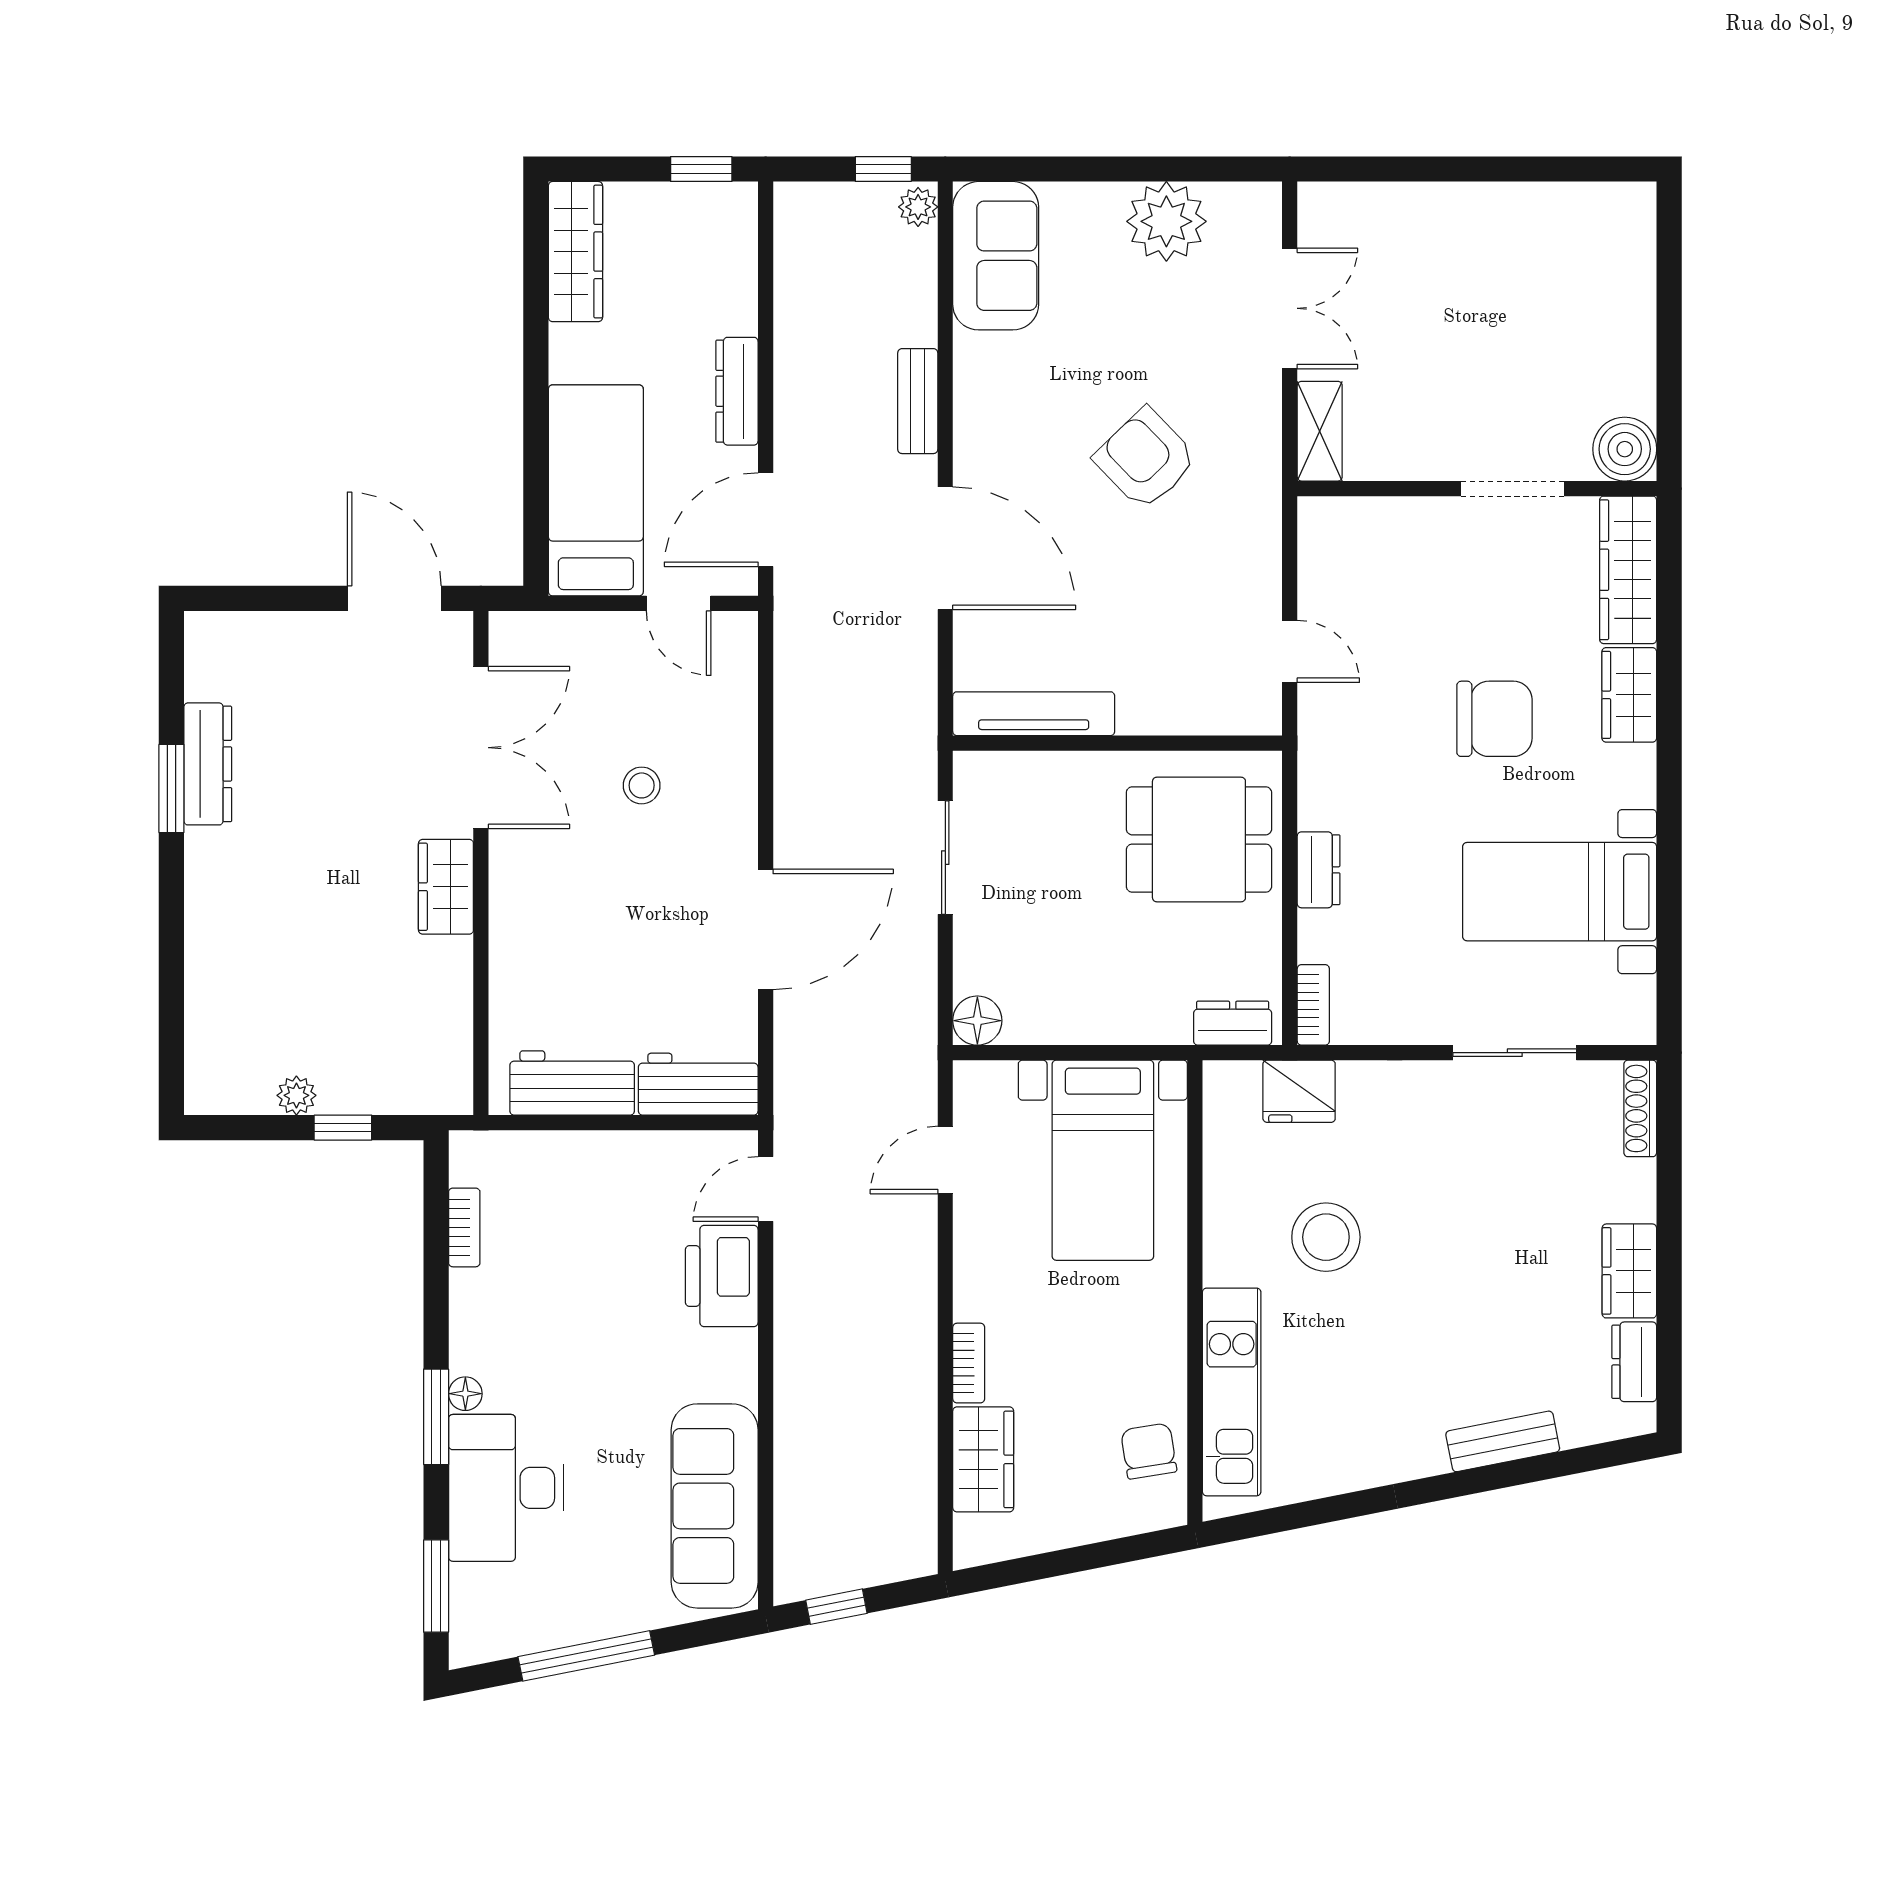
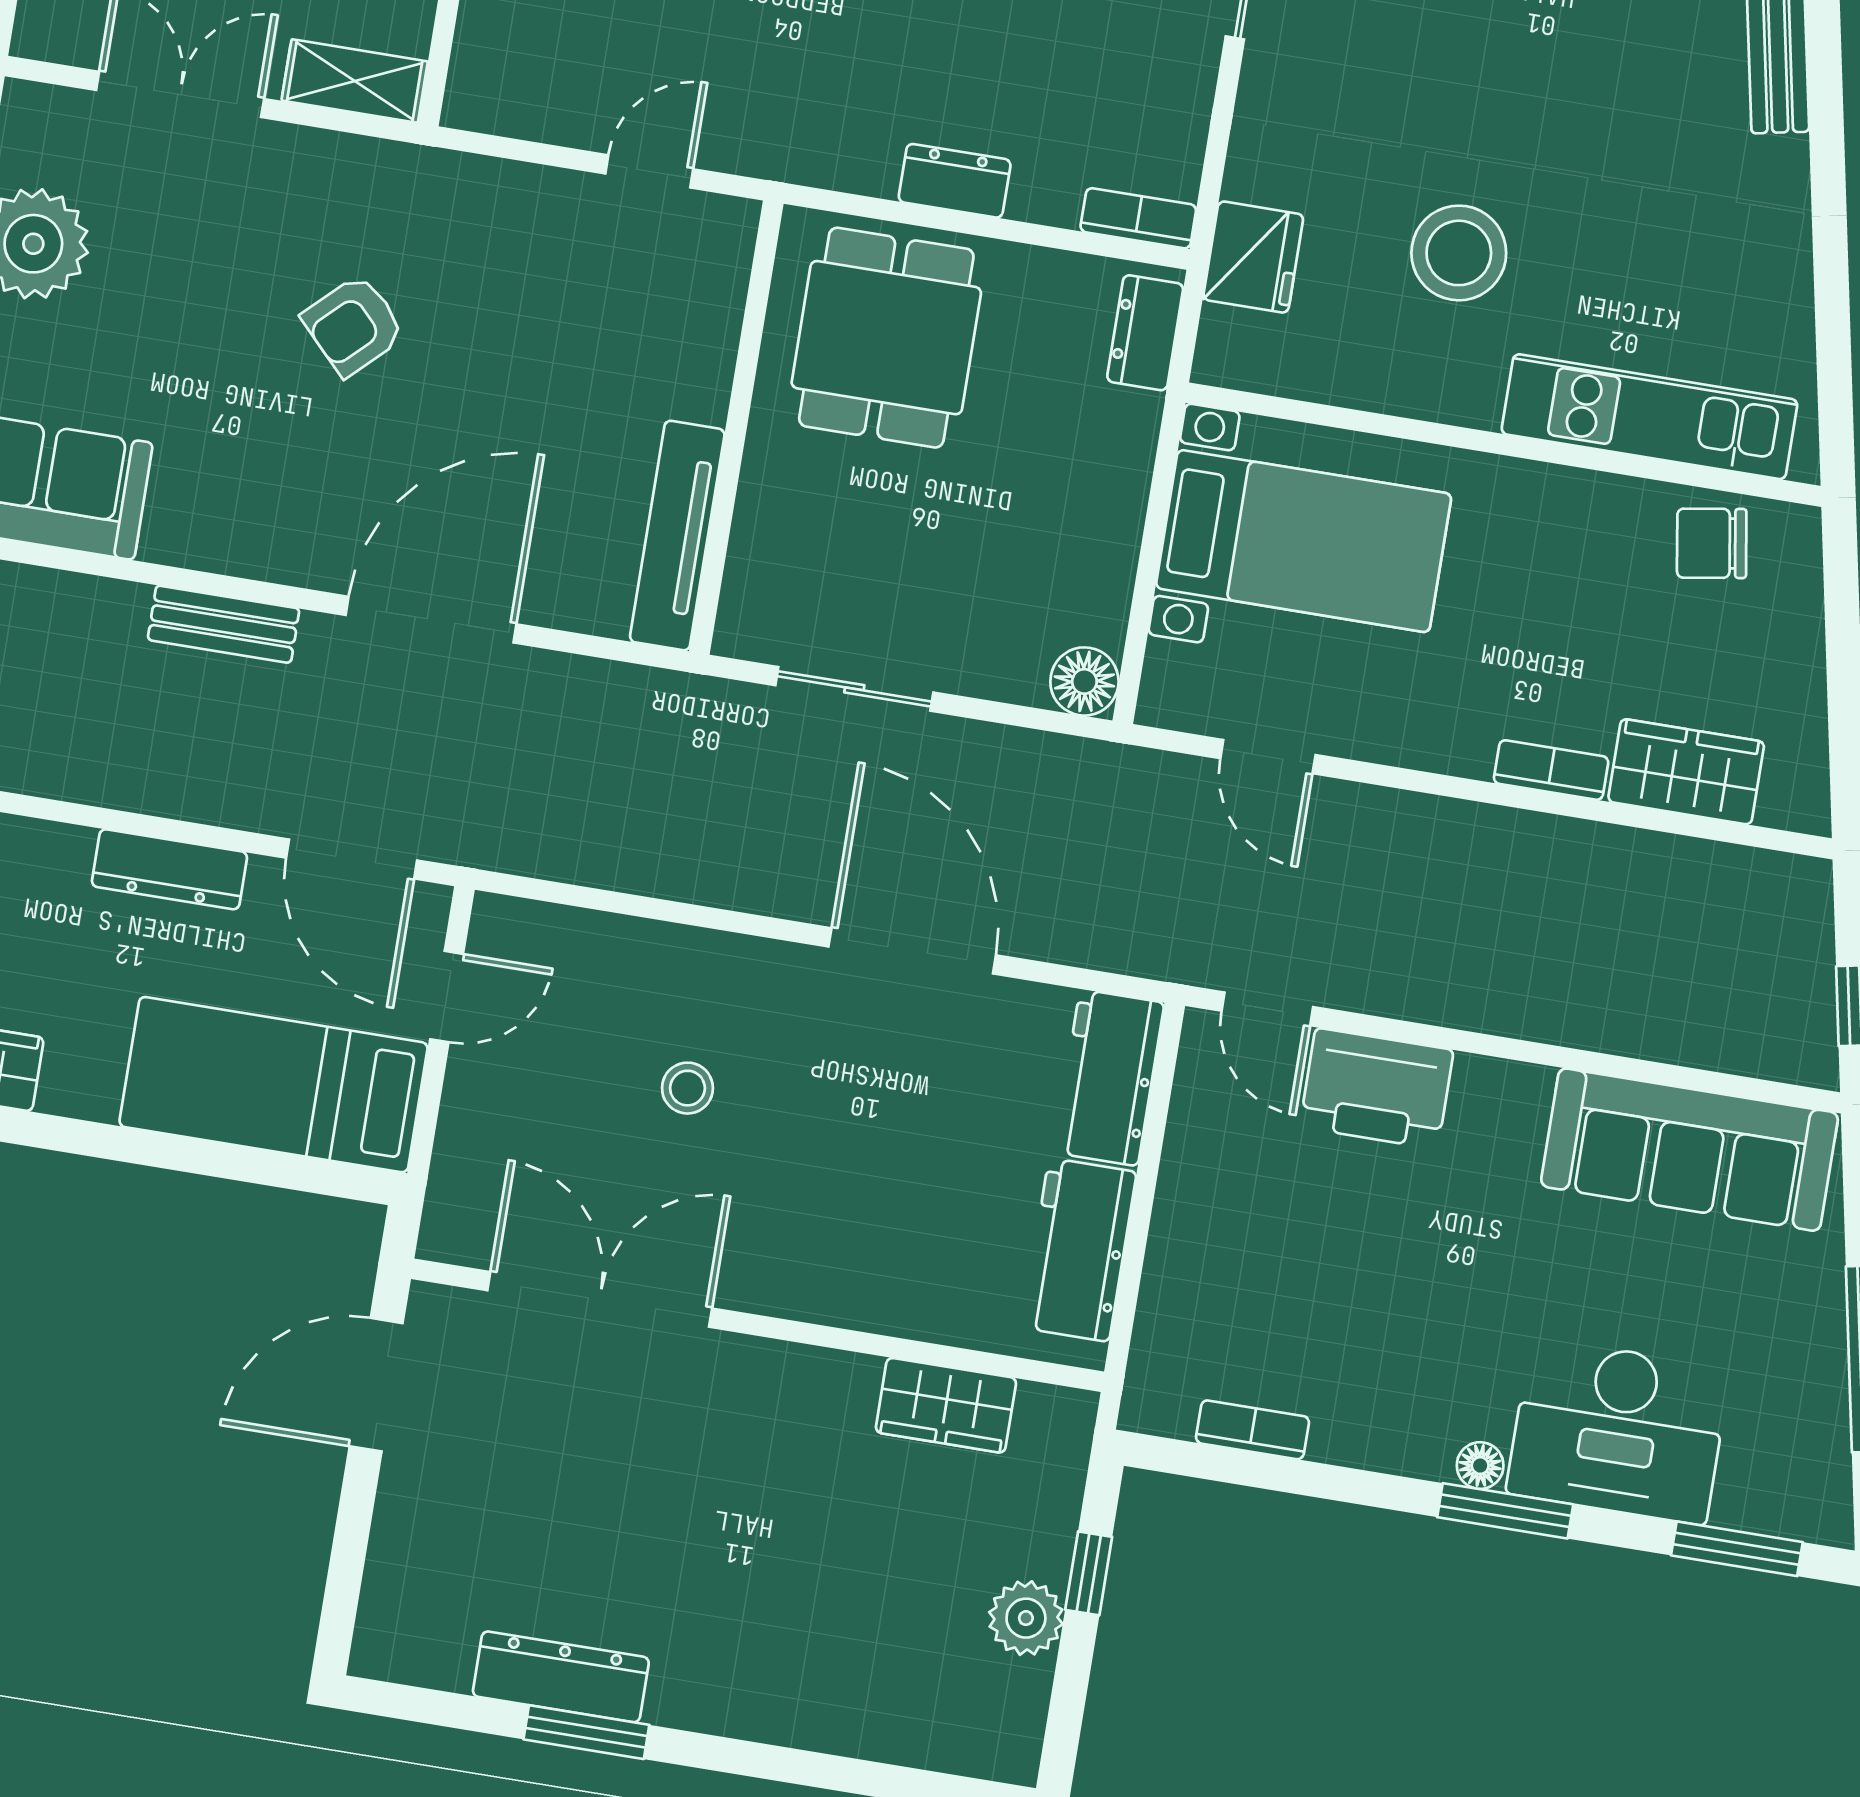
armchair: (1146, 459) -> (354, 325), width x0.72, depth x0.72
wardrobe: (446, 887) -> (946, 1405), moved
plant: (296, 1095) -> (1026, 1618), width x1.38, depth x1.38

